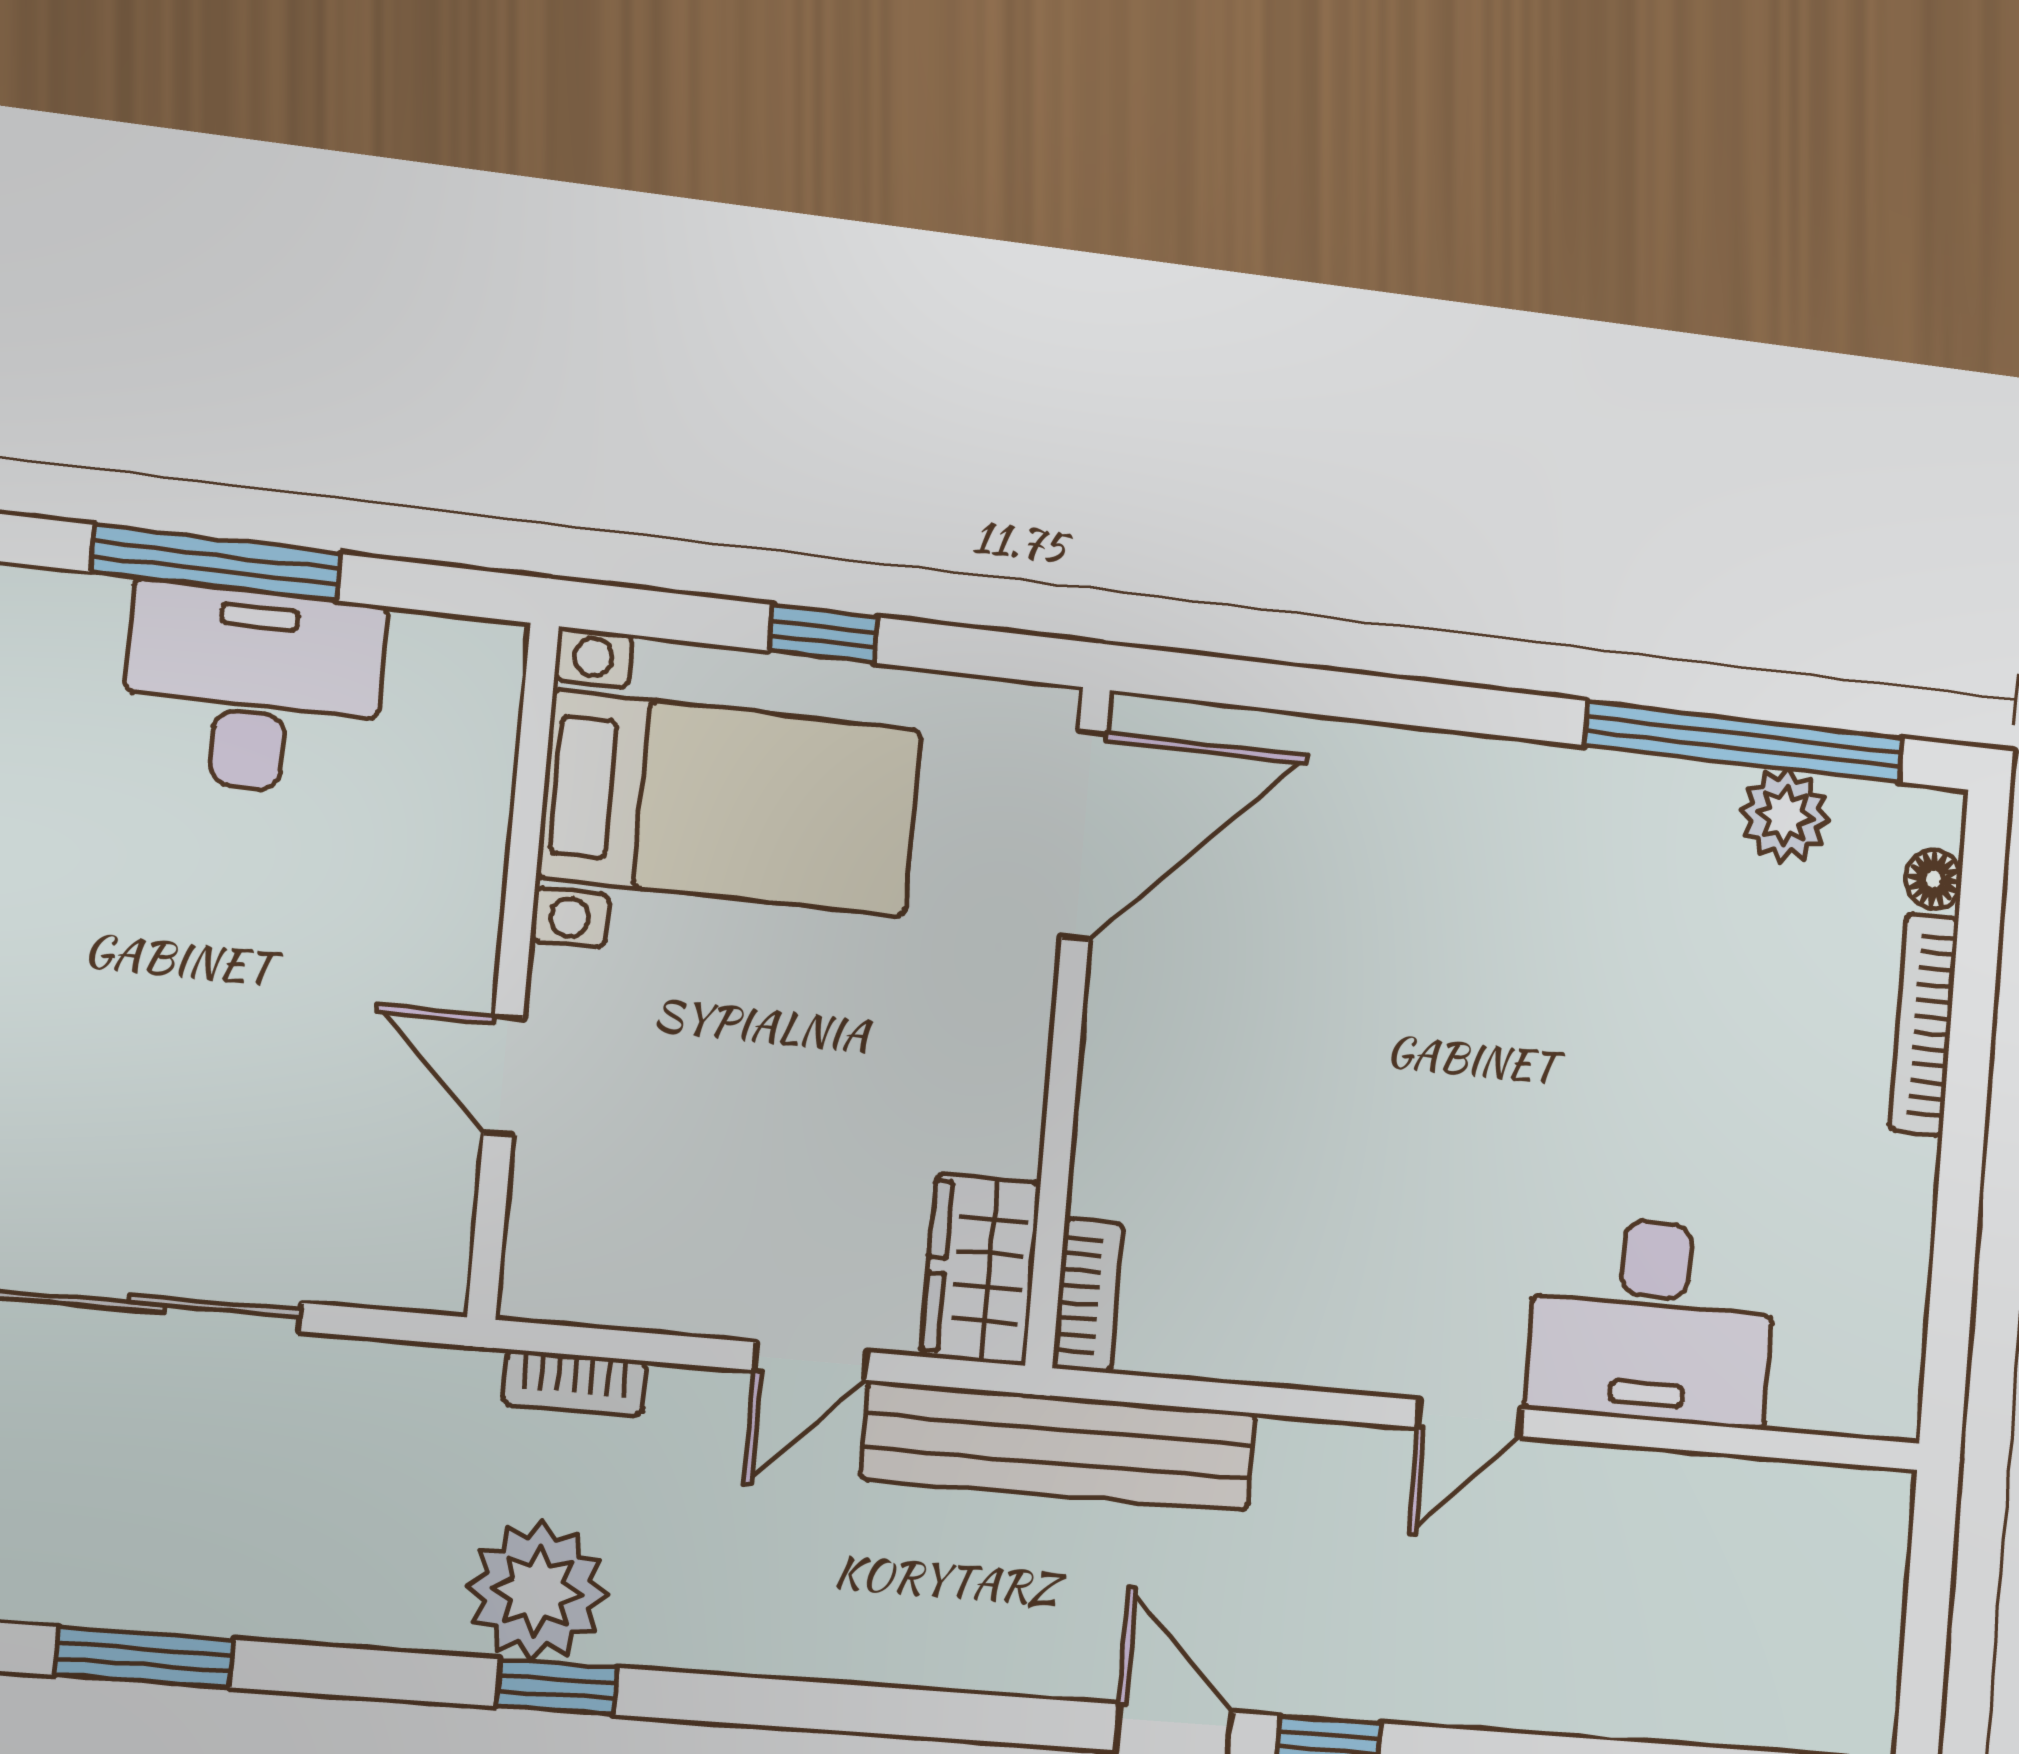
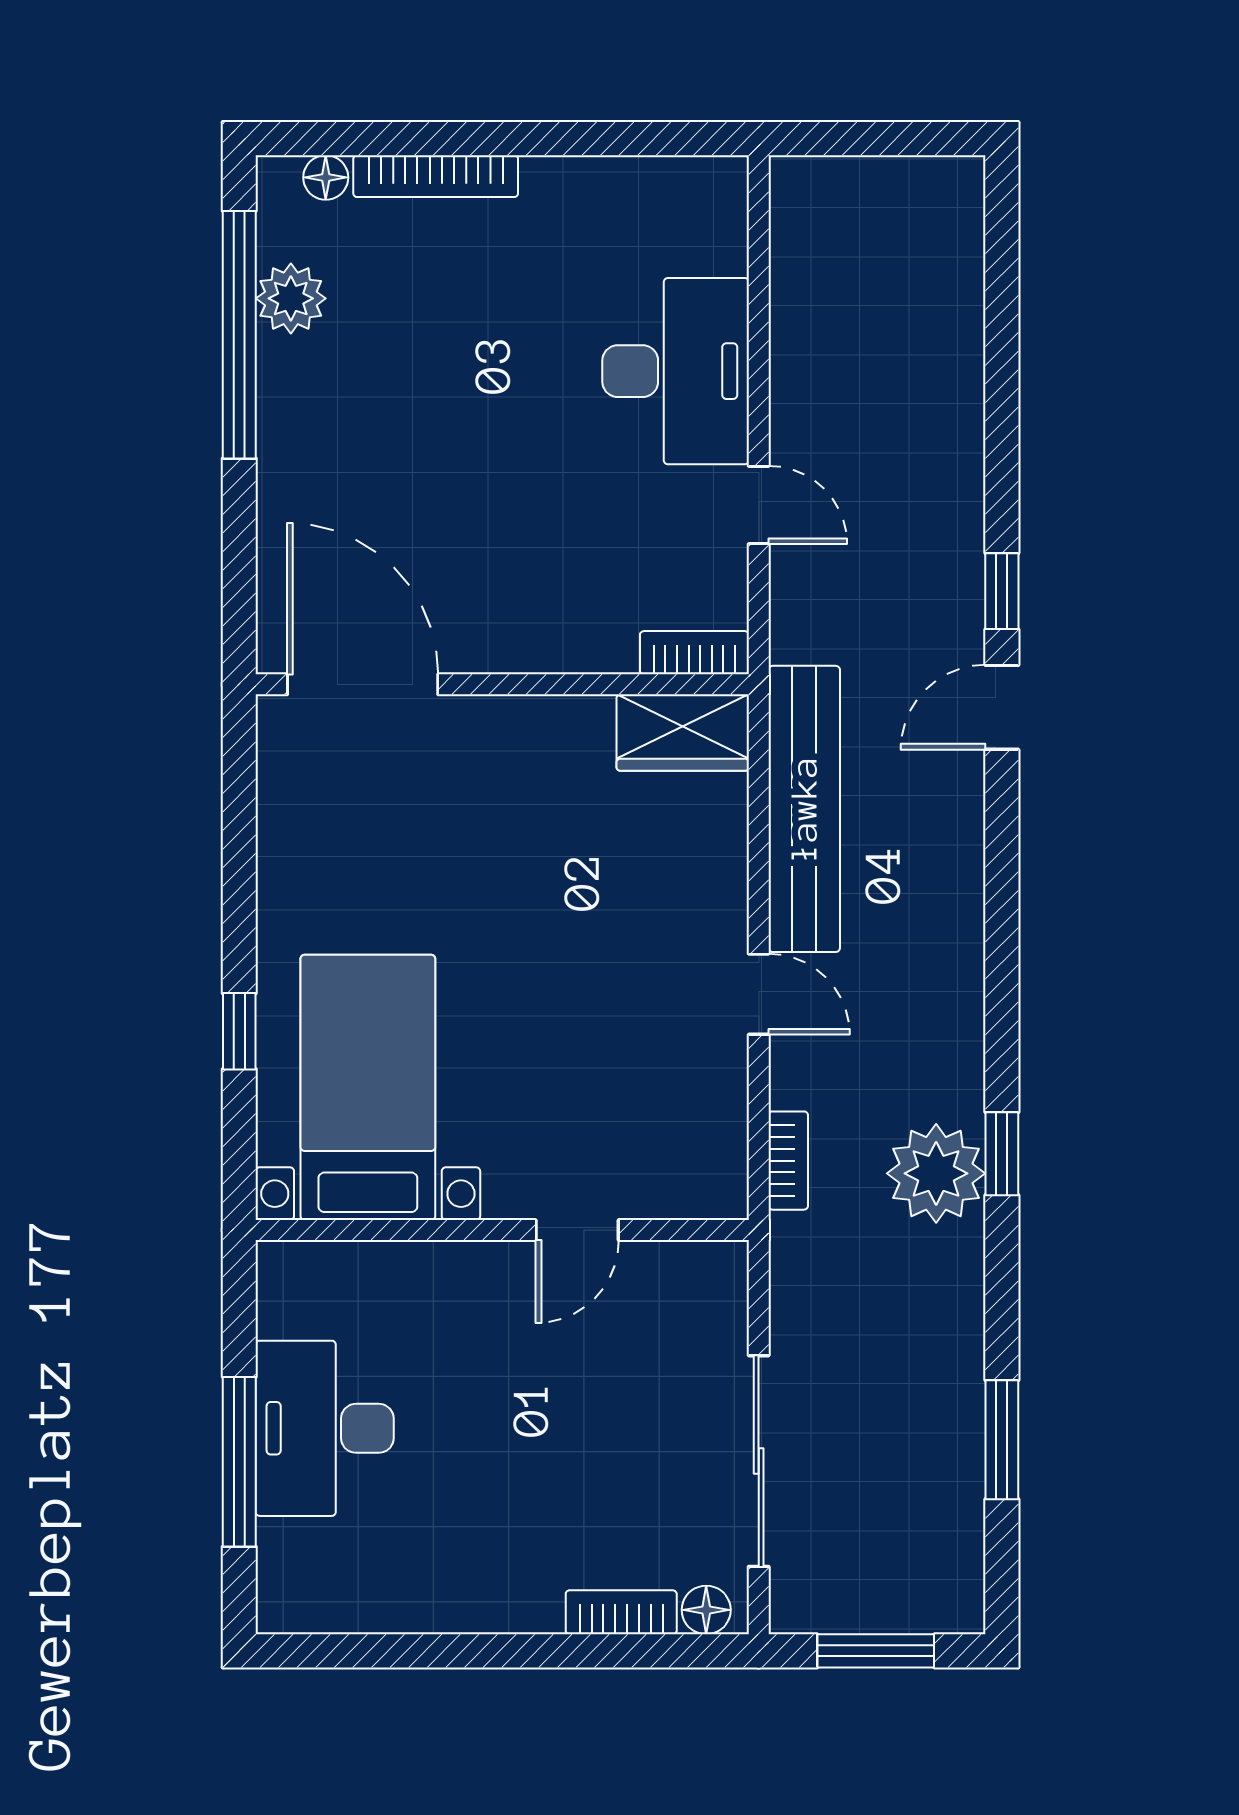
door: (1084, 835) -> (363, 684), moved
wall: (1068, 1026) -> (502, 684), moved
wardrobe: (981, 1270) -> (683, 733), moved
bookcase: (1088, 1296) -> (694, 653), moved

